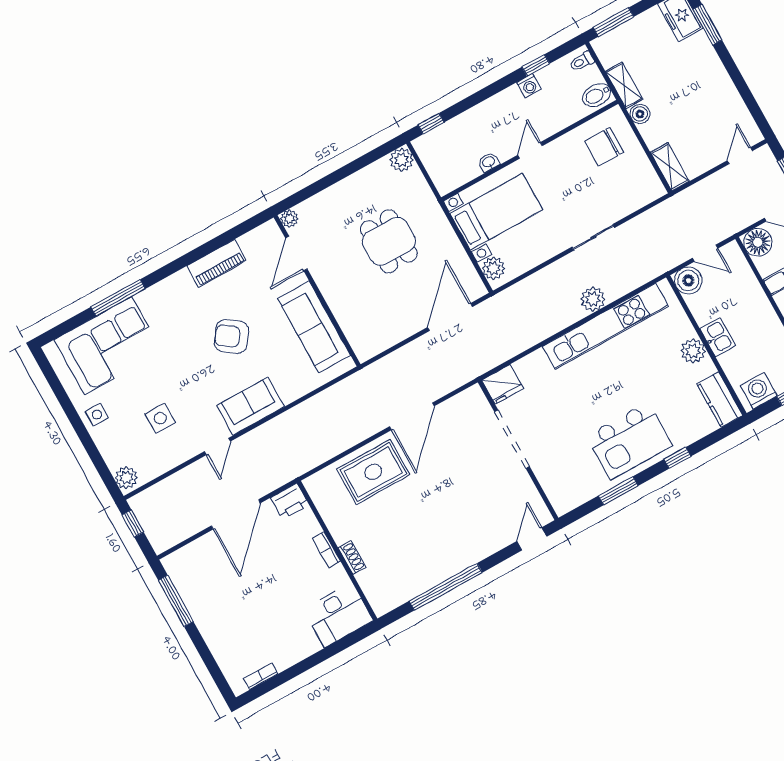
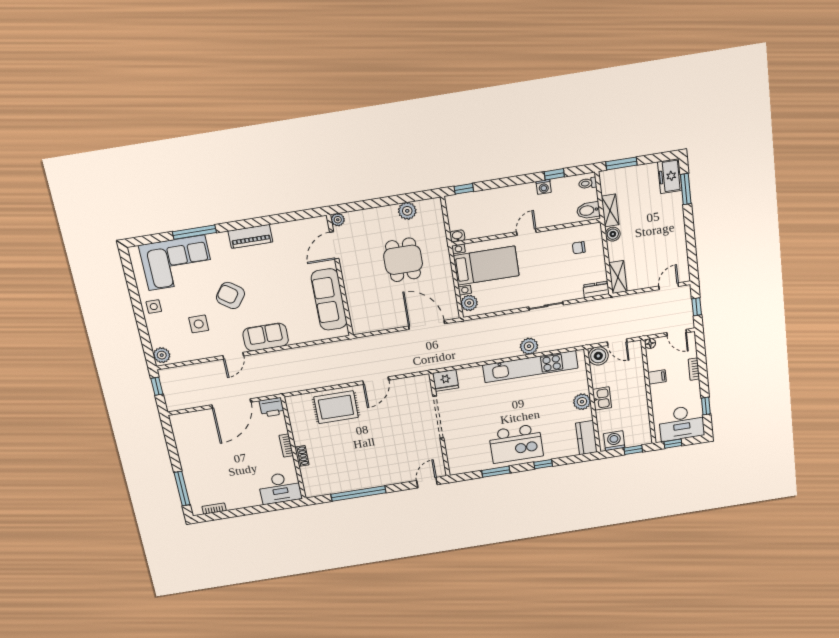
chair: (604, 147) -> (579, 248), width x0.54, depth x0.54
plant: (402, 160) -> (407, 211), moved
washbasin: (489, 162) -> (457, 236), moved
dresser: (649, 193) -> (596, 290), added
floor lamp: (758, 242) -> (650, 343), width x0.53, depth x0.53
piano: (217, 263) -> (250, 236), moved
door: (450, 317) -> (427, 325), hinge flipped
armchair: (231, 336) -> (230, 296), moved
door: (412, 416) -> (376, 381), width x0.73
window: (176, 601) -> (182, 489), moved

